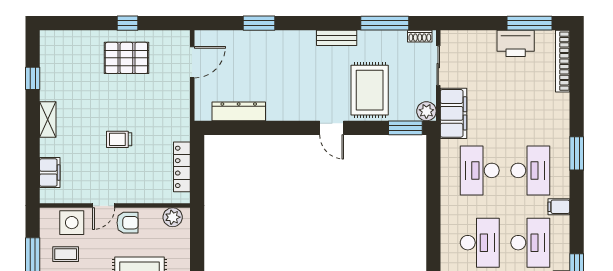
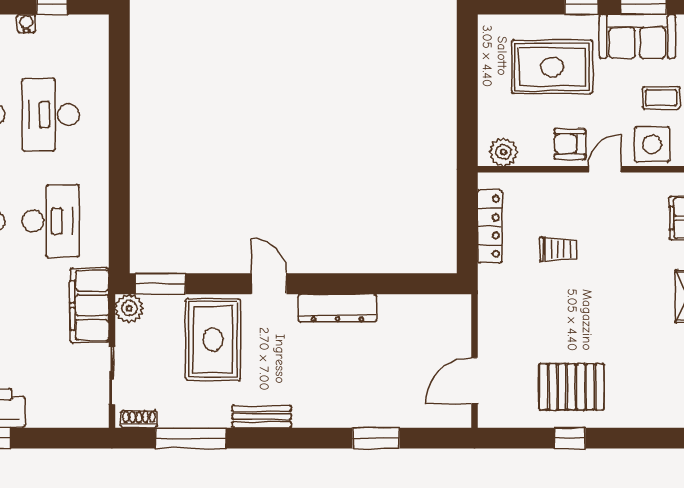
dresser: (239, 111) -> (337, 308), moved
trolley: (119, 139) -> (558, 249), moved

